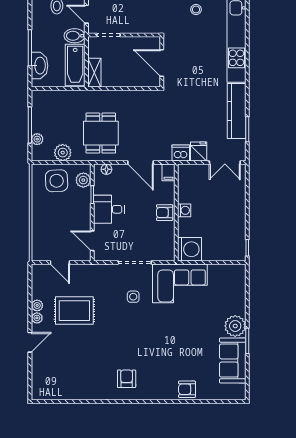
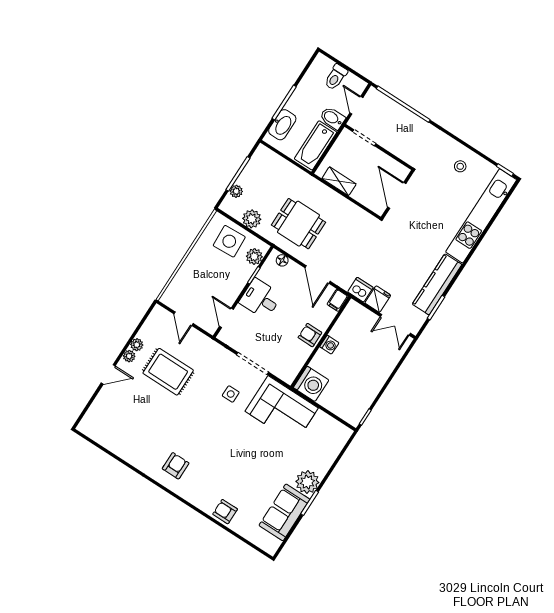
shelving: (94, 73) -> (339, 181), moved, turned 90
dining table: (101, 133) -> (298, 224), turned 90

